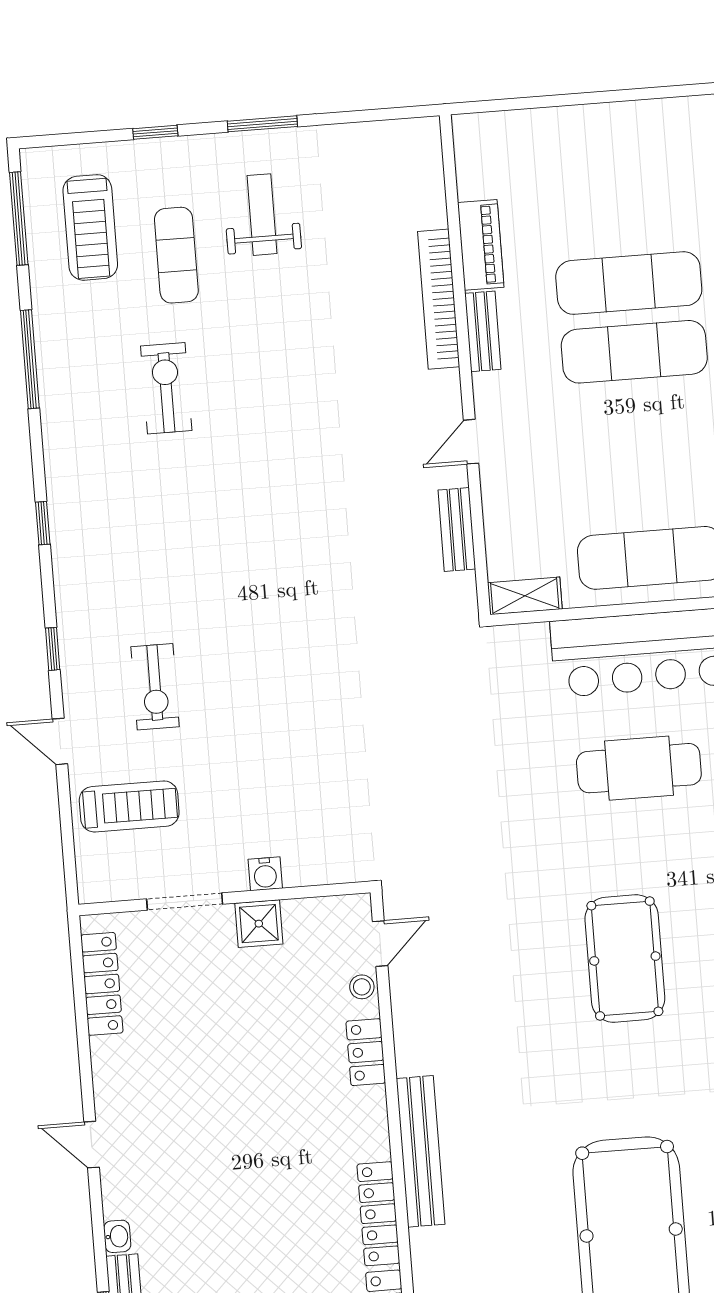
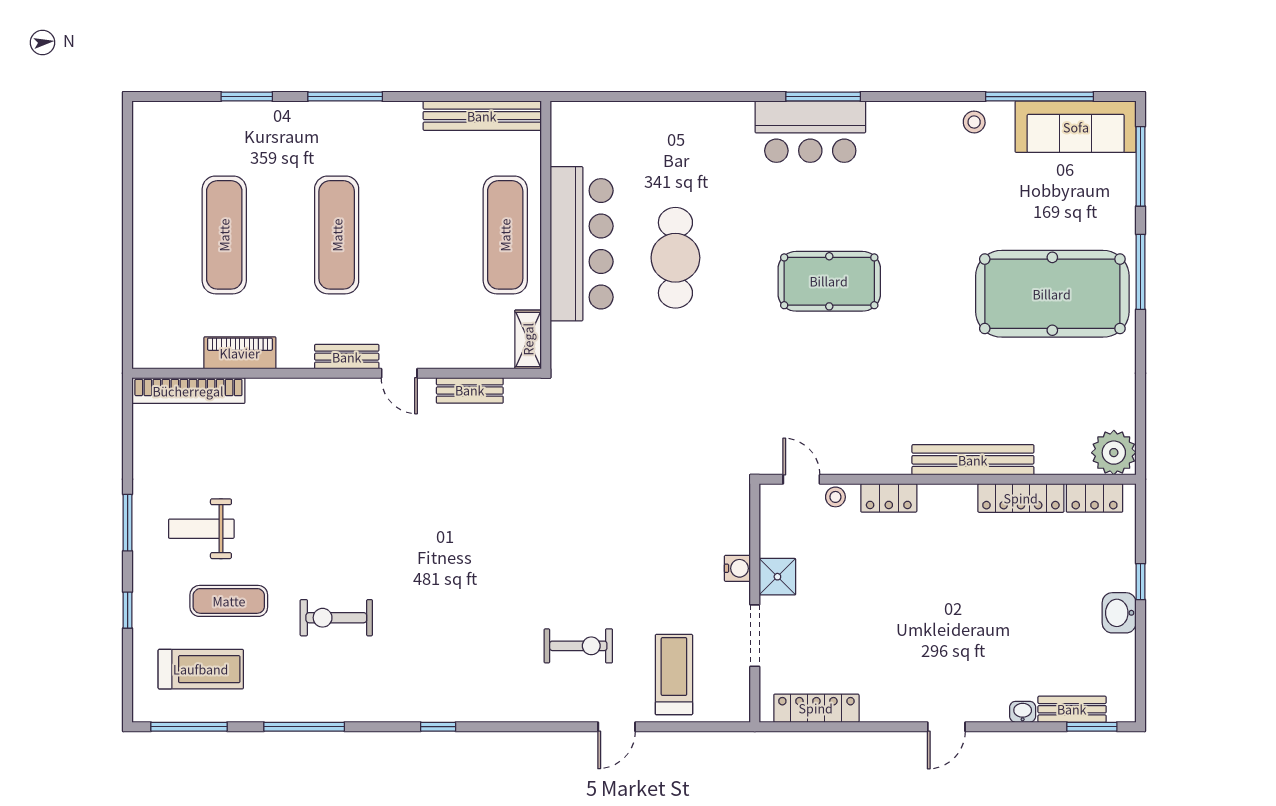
exercise mat: (629, 283) -> (224, 235), moved
bookcase: (439, 299) -> (188, 391), moved
bench: (483, 331) -> (347, 357), moved
window: (53, 649) -> (541, 727), removed

